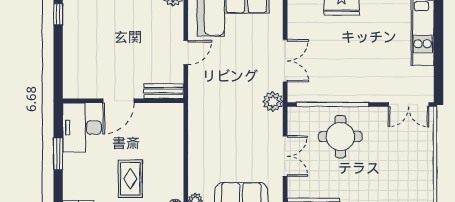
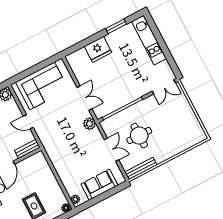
door: (186, 52) -> (28, 122), swing flipped
round table: (340, 137) -> (139, 136), moved

